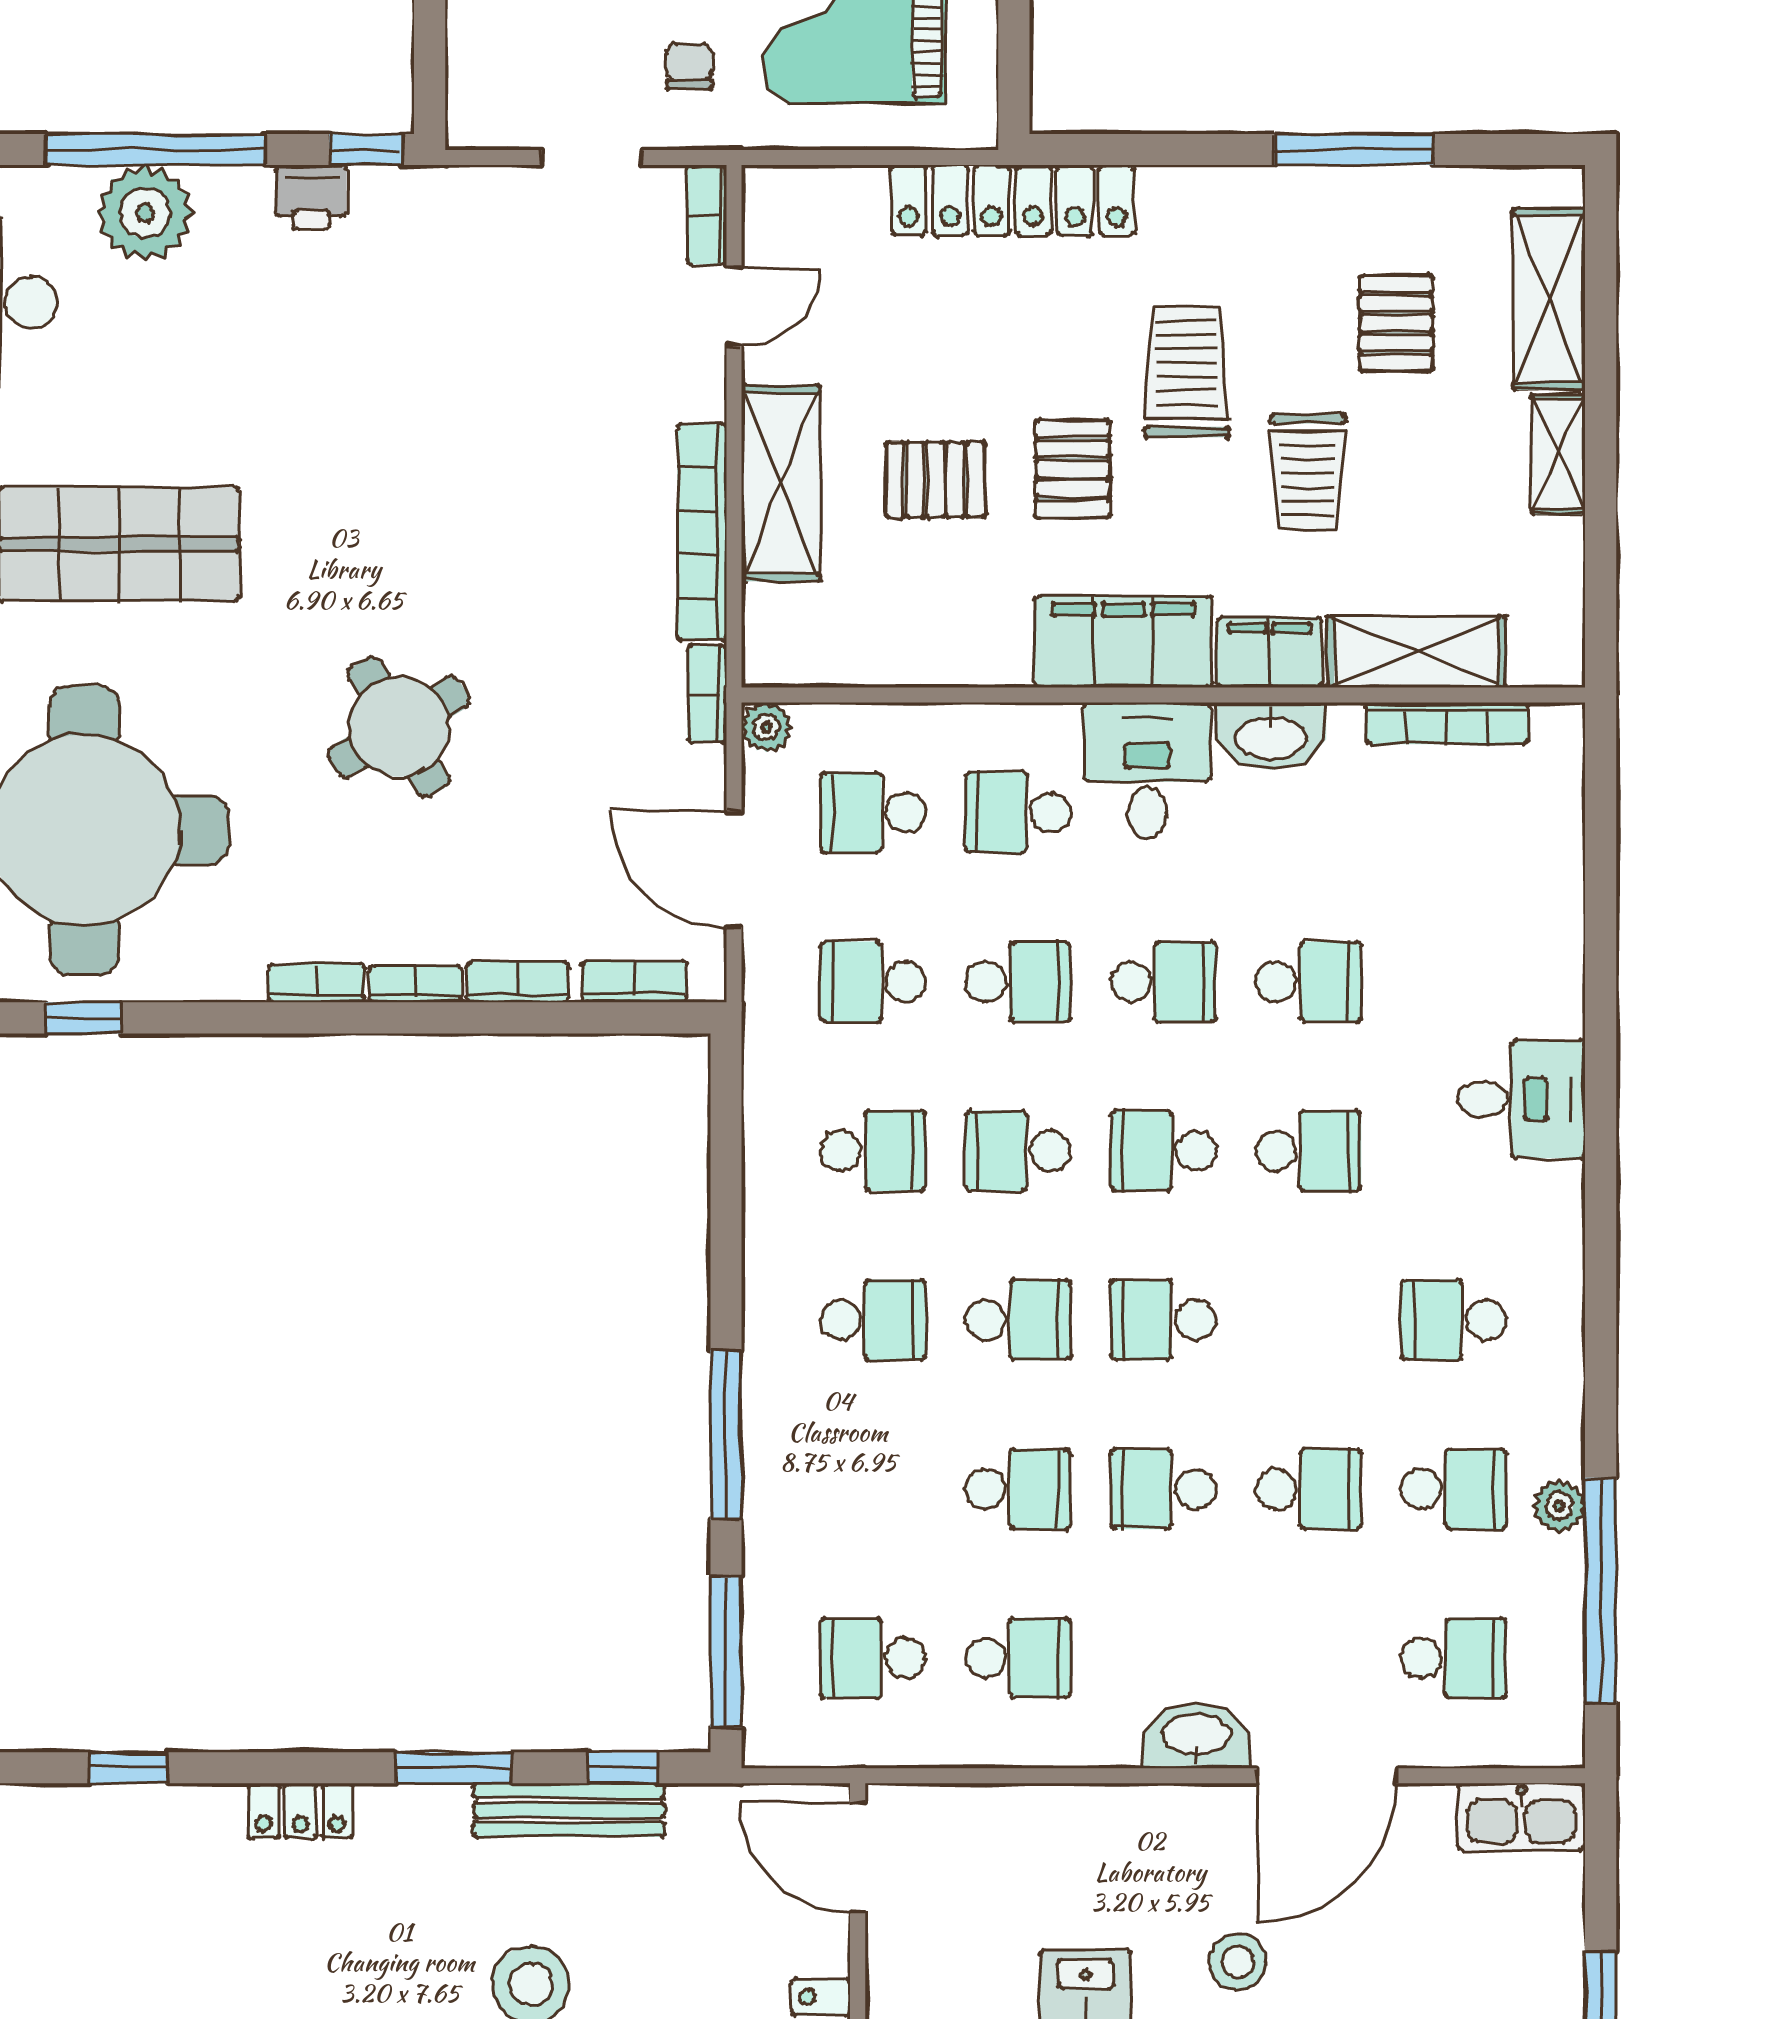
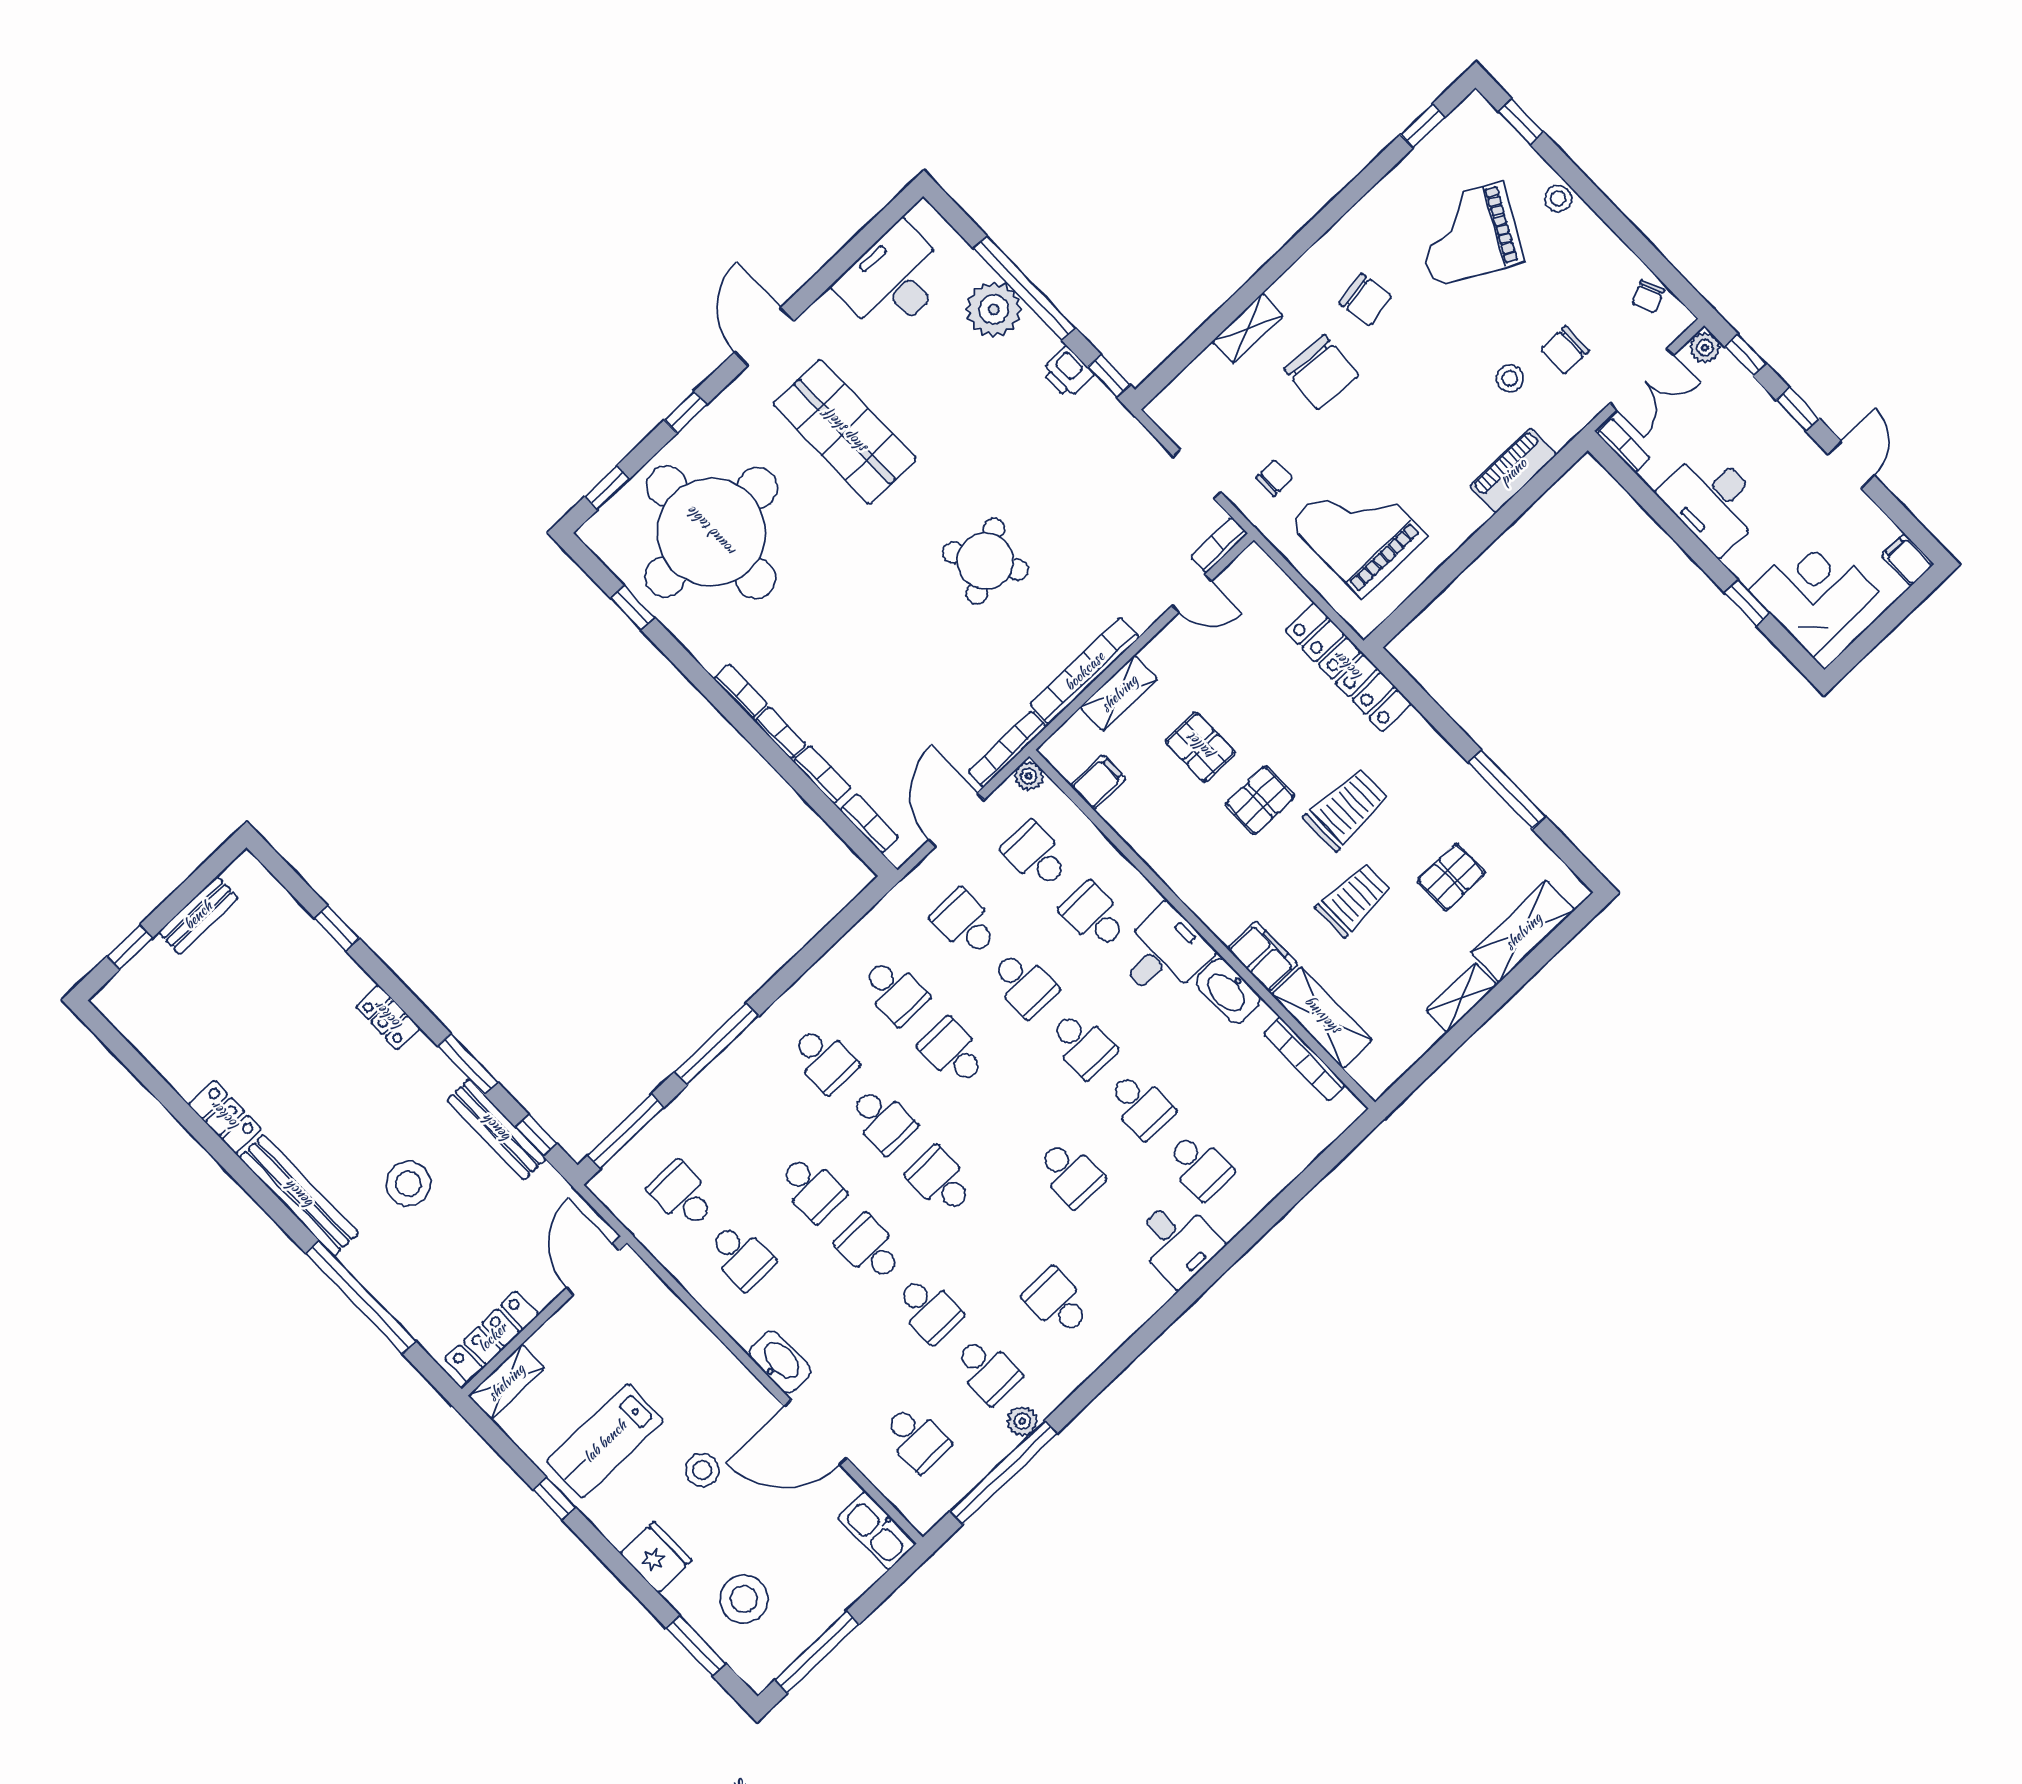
trolley: (1308, 472) -> (1354, 900), turned 180
shelving: (781, 483) -> (1119, 693), width x0.67, depth x0.75
filing cabinet: (1124, 642) -> (1098, 782), moved, width x0.33, depth x0.86
bookcase: (707, 694) -> (1007, 749), width x1.56
round table: (399, 727) -> (985, 561), moved
school desk: (1163, 1151) -> (1199, 1166), moved, turned 180

